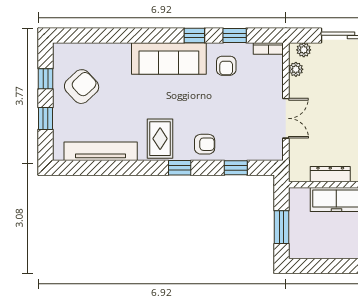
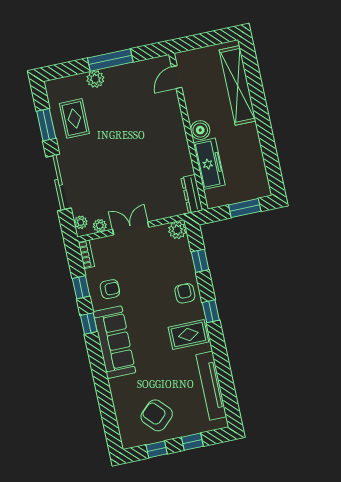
double door: (286, 118) -> (131, 228), moved
plant: (273, 151) -> (177, 230), added
dresser: (330, 174) -> (192, 194), moved

